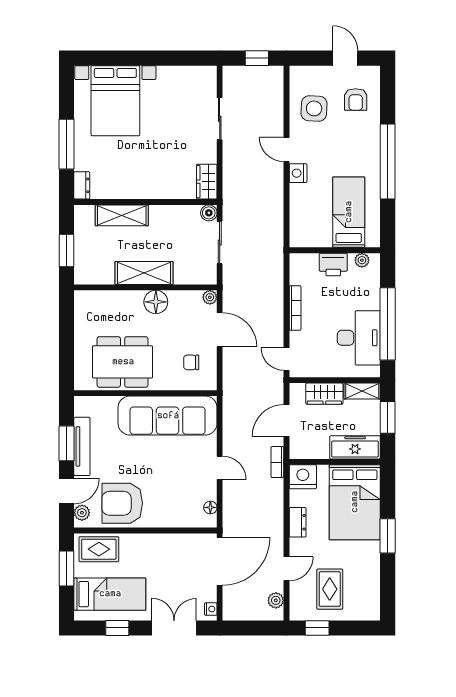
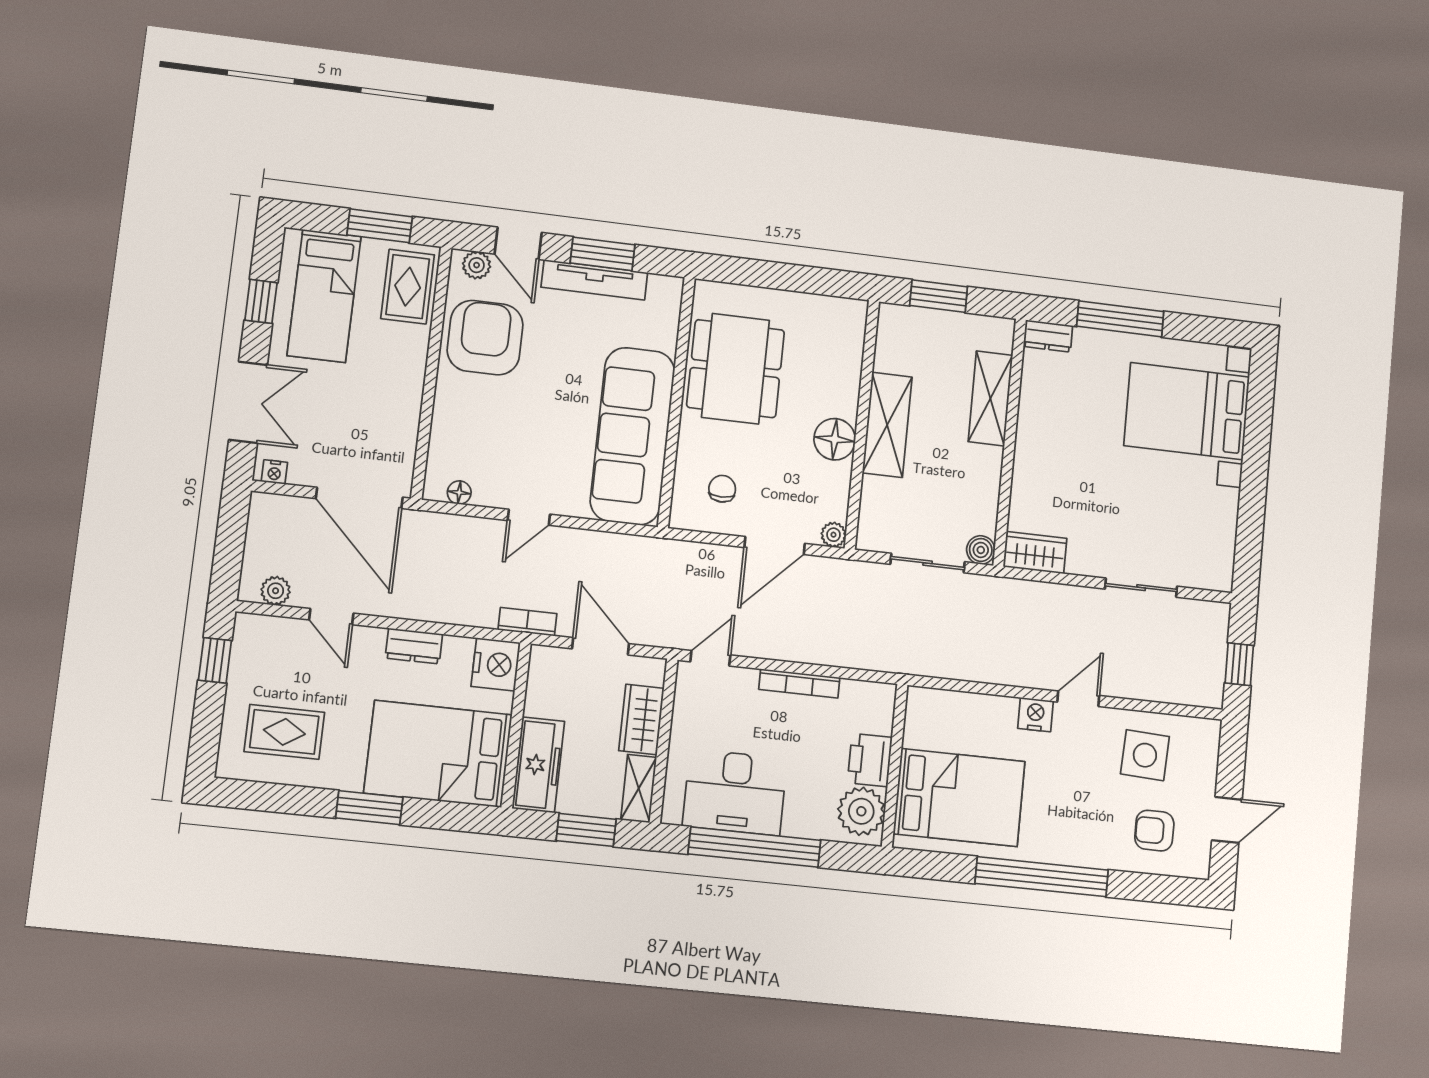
bed: (349, 212) -> (959, 798), width x1.50
plant: (362, 260) -> (861, 811), width x1.87, depth x1.87
rug: (330, 589) -> (284, 732), moved

